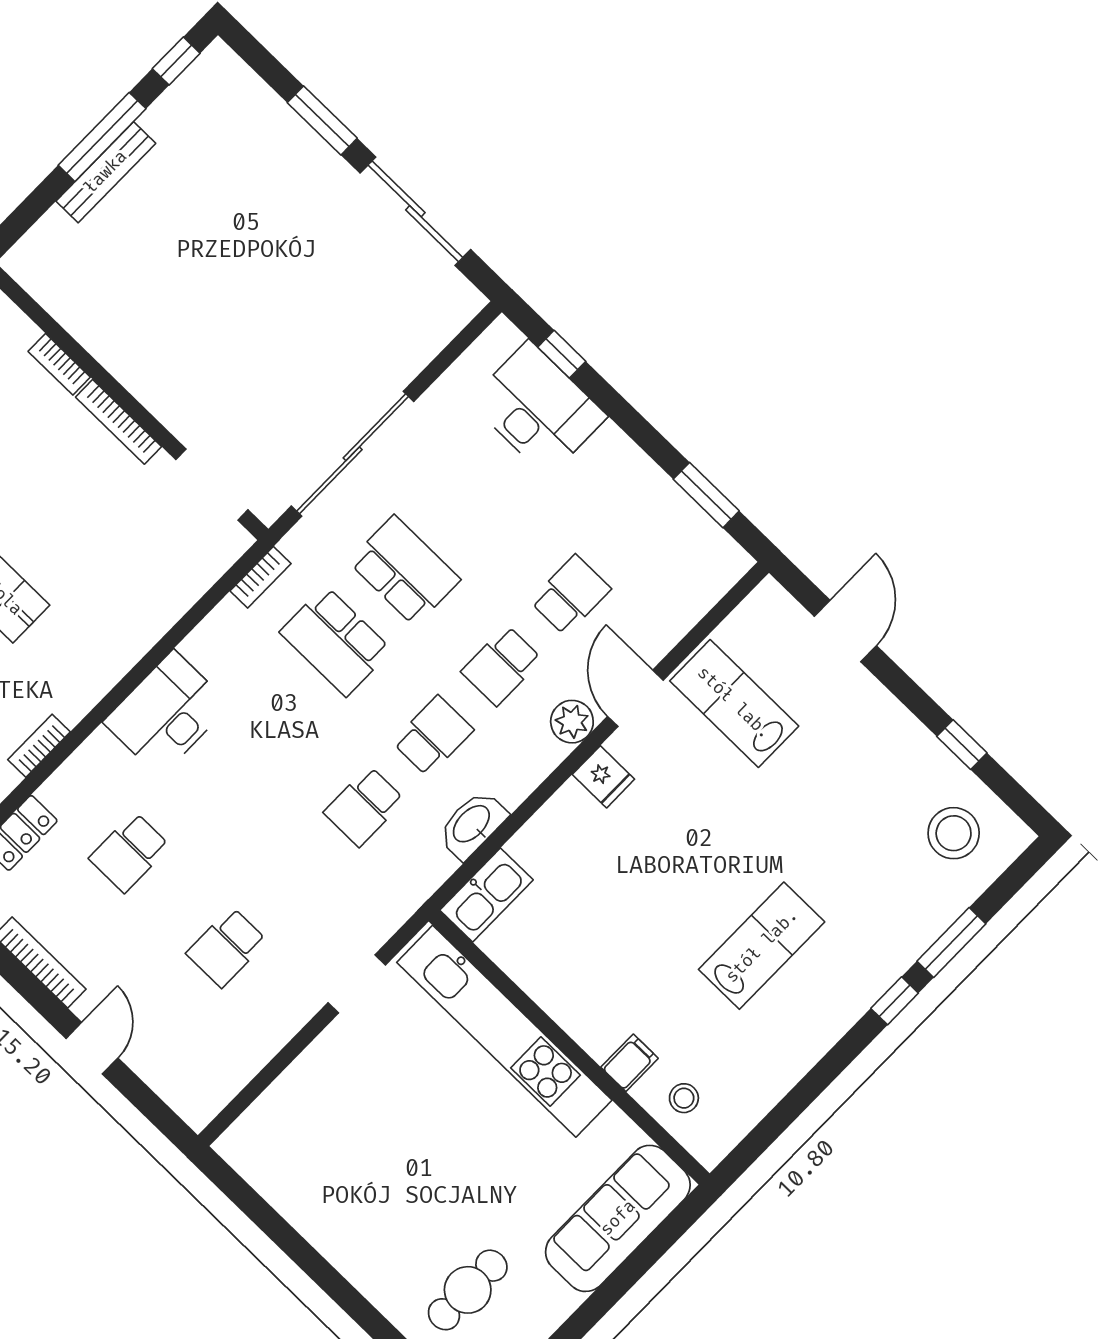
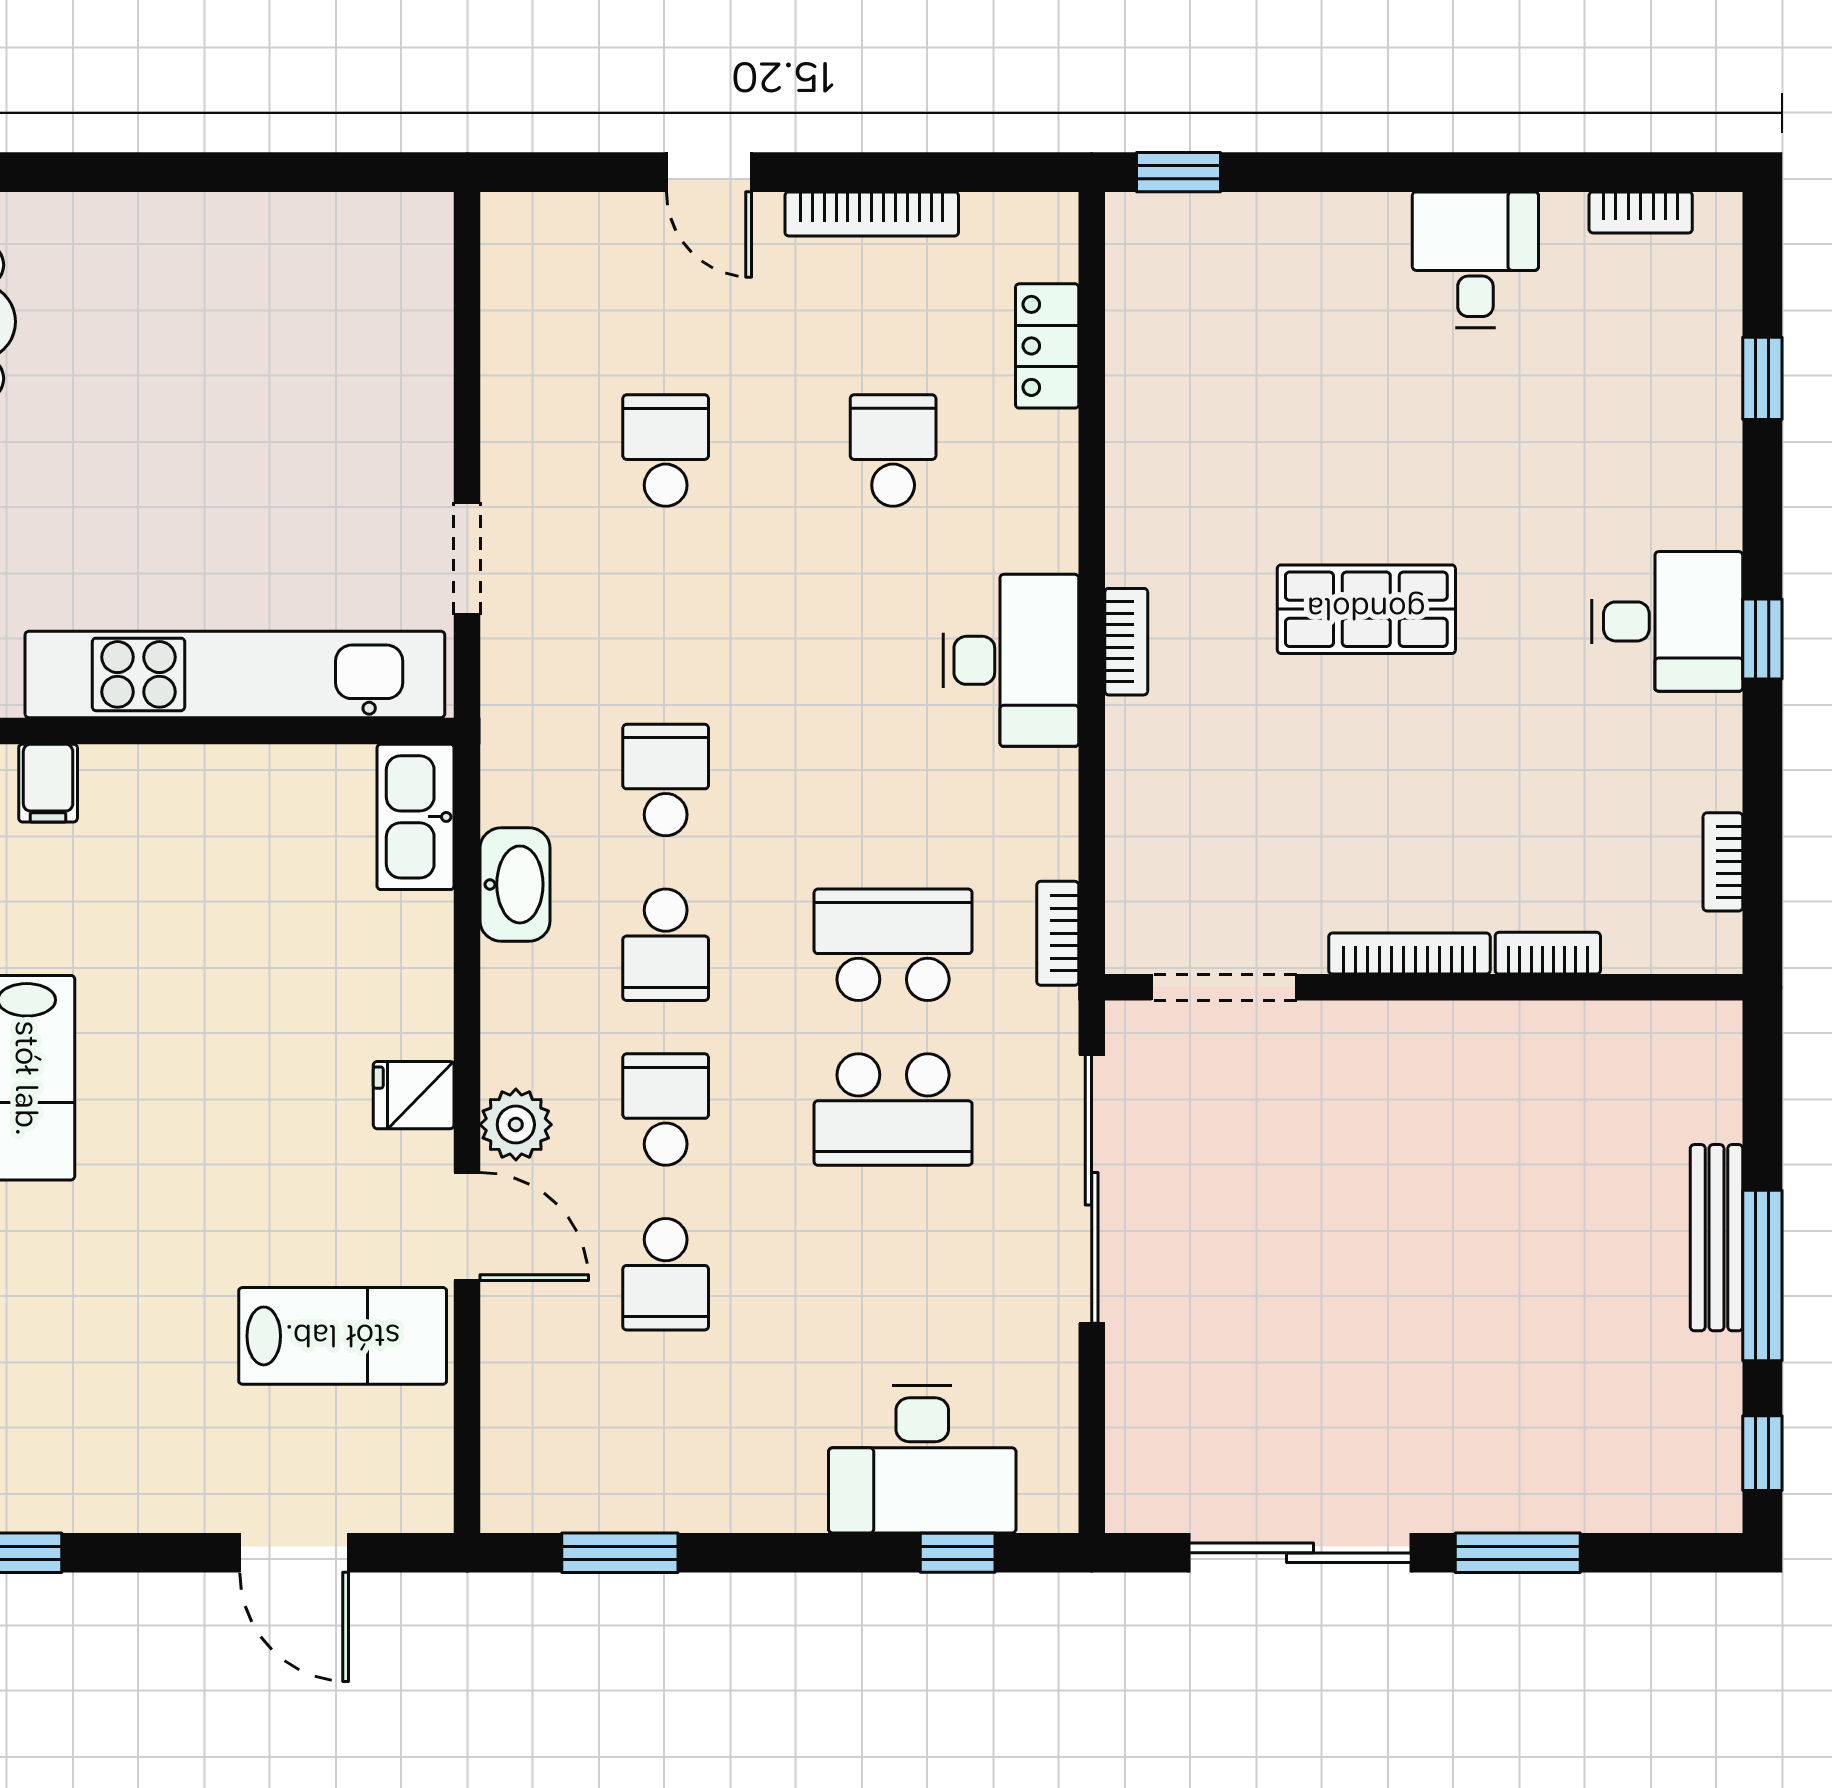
bookcase: (39, 746) -> (1126, 642), moved

